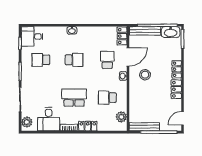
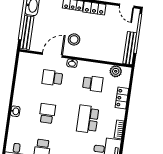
locker: (122, 36) -> (29, 58), removed
door: (128, 57) -> (52, 55), hinge flipped
school desk: (107, 98) -> (93, 84), turned -90
locker: (88, 126) -> (122, 98), moved

